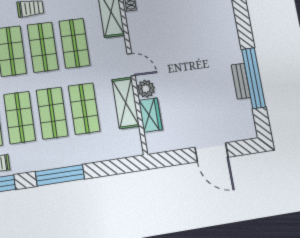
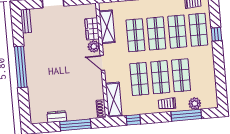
window: (253, 78) -> (21, 67), moved
bench: (241, 81) -> (26, 21), moved
shelving: (126, 103) -> (107, 27), moved

